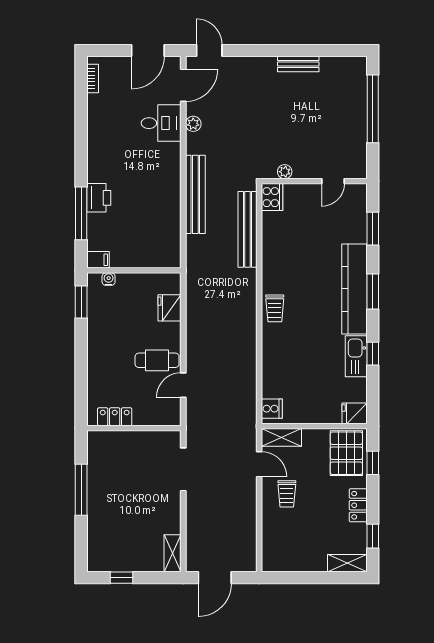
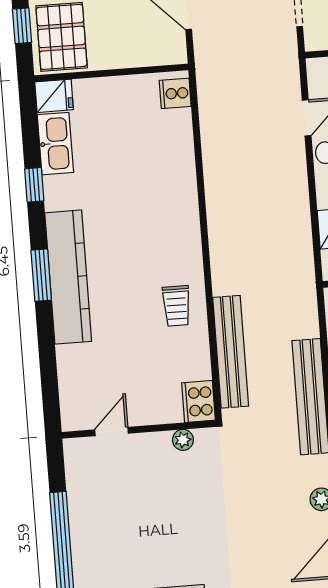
window: (373, 229) -> (48, 367), removed
trolley: (275, 308) -> (177, 306), moved, turned 180
kitchen sink: (356, 356) -> (55, 144), moved
shelving: (281, 437) -> (158, 53), removed

